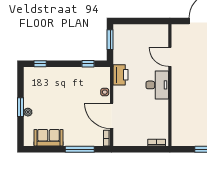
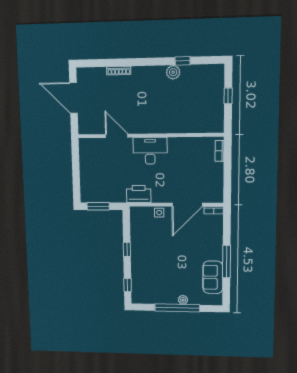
door: (170, 57) -> (117, 136), swing flipped
window: (88, 64) -> (127, 249), moved
window: (21, 107) -> (177, 308), width x2.11
window: (80, 149) -> (227, 262), moved

